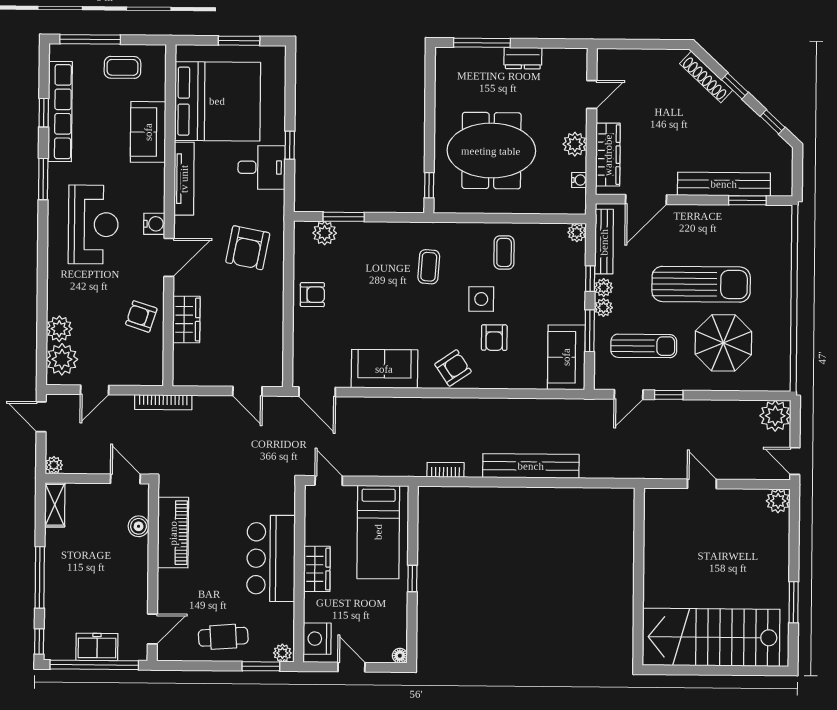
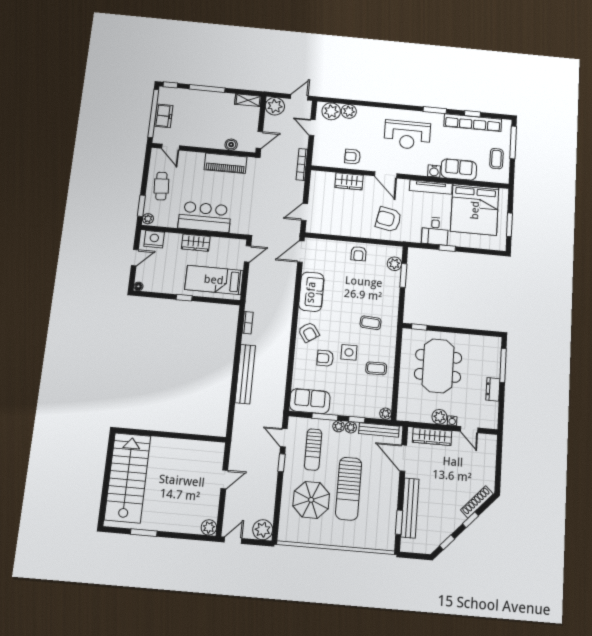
water cooler: (579, 180) -> (452, 421), moved
water cooler: (154, 224) -> (434, 171), moved
armchair: (141, 316) -> (353, 157), turned -108
plant: (54, 465) -> (275, 106), width x1.88, depth x1.88

